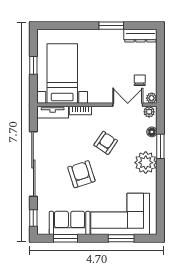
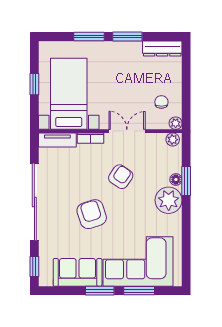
window: (79, 26) -> (89, 37), added
double door: (128, 105) -> (127, 131), moved
floor lamp: (152, 132) -> (176, 180), moved
window: (65, 238) -> (100, 291), moved

